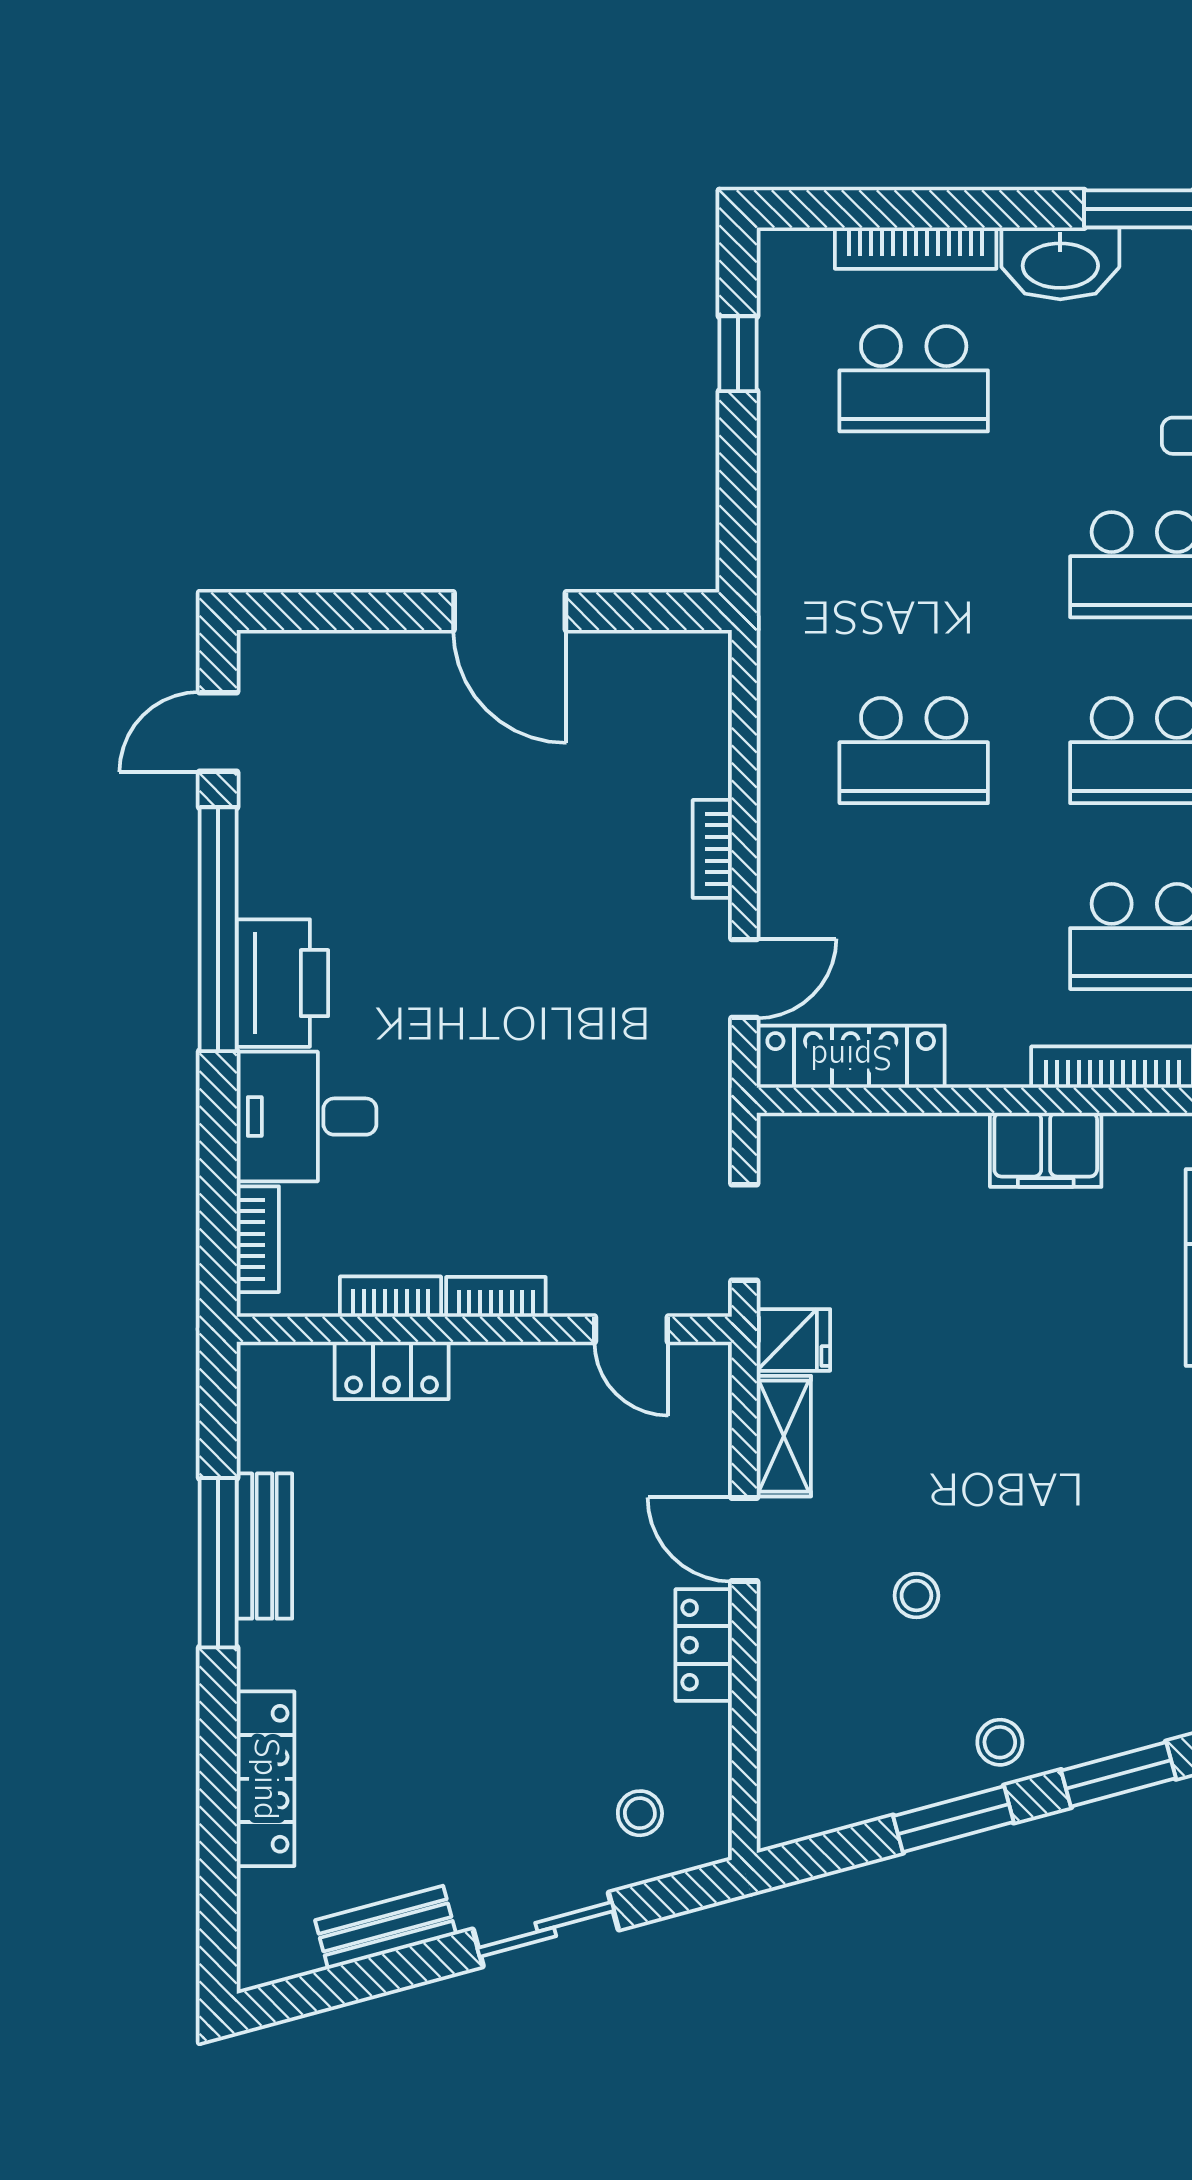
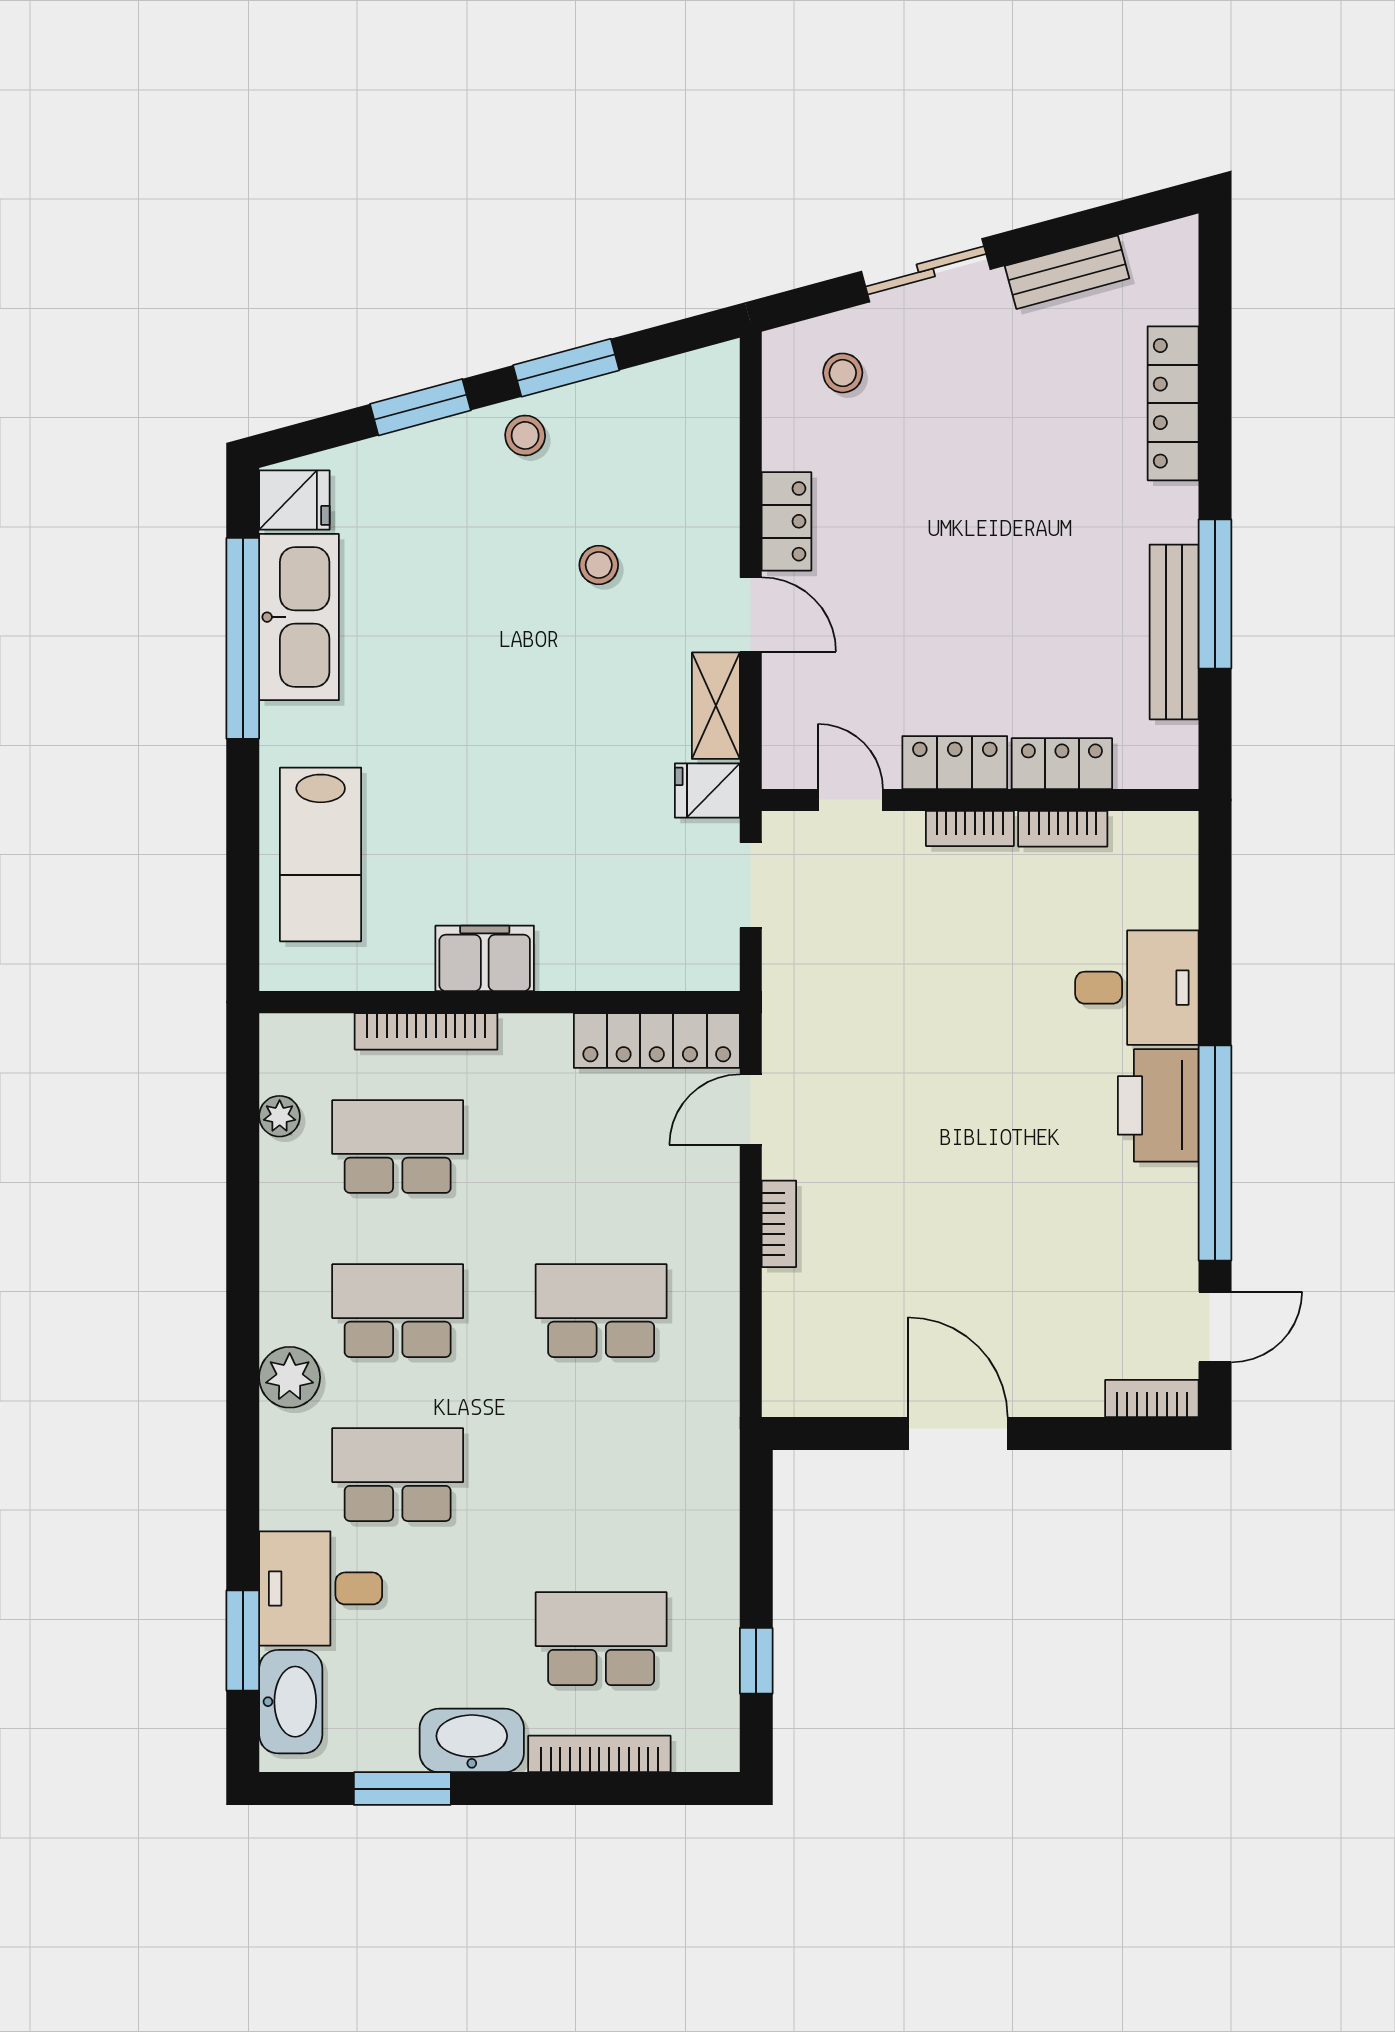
bookcase: (258, 1239) -> (1152, 1399), moved, turned 90
locker: (513, 1372) -> (955, 763), added
bench: (264, 1546) -> (1174, 632), width x1.36

